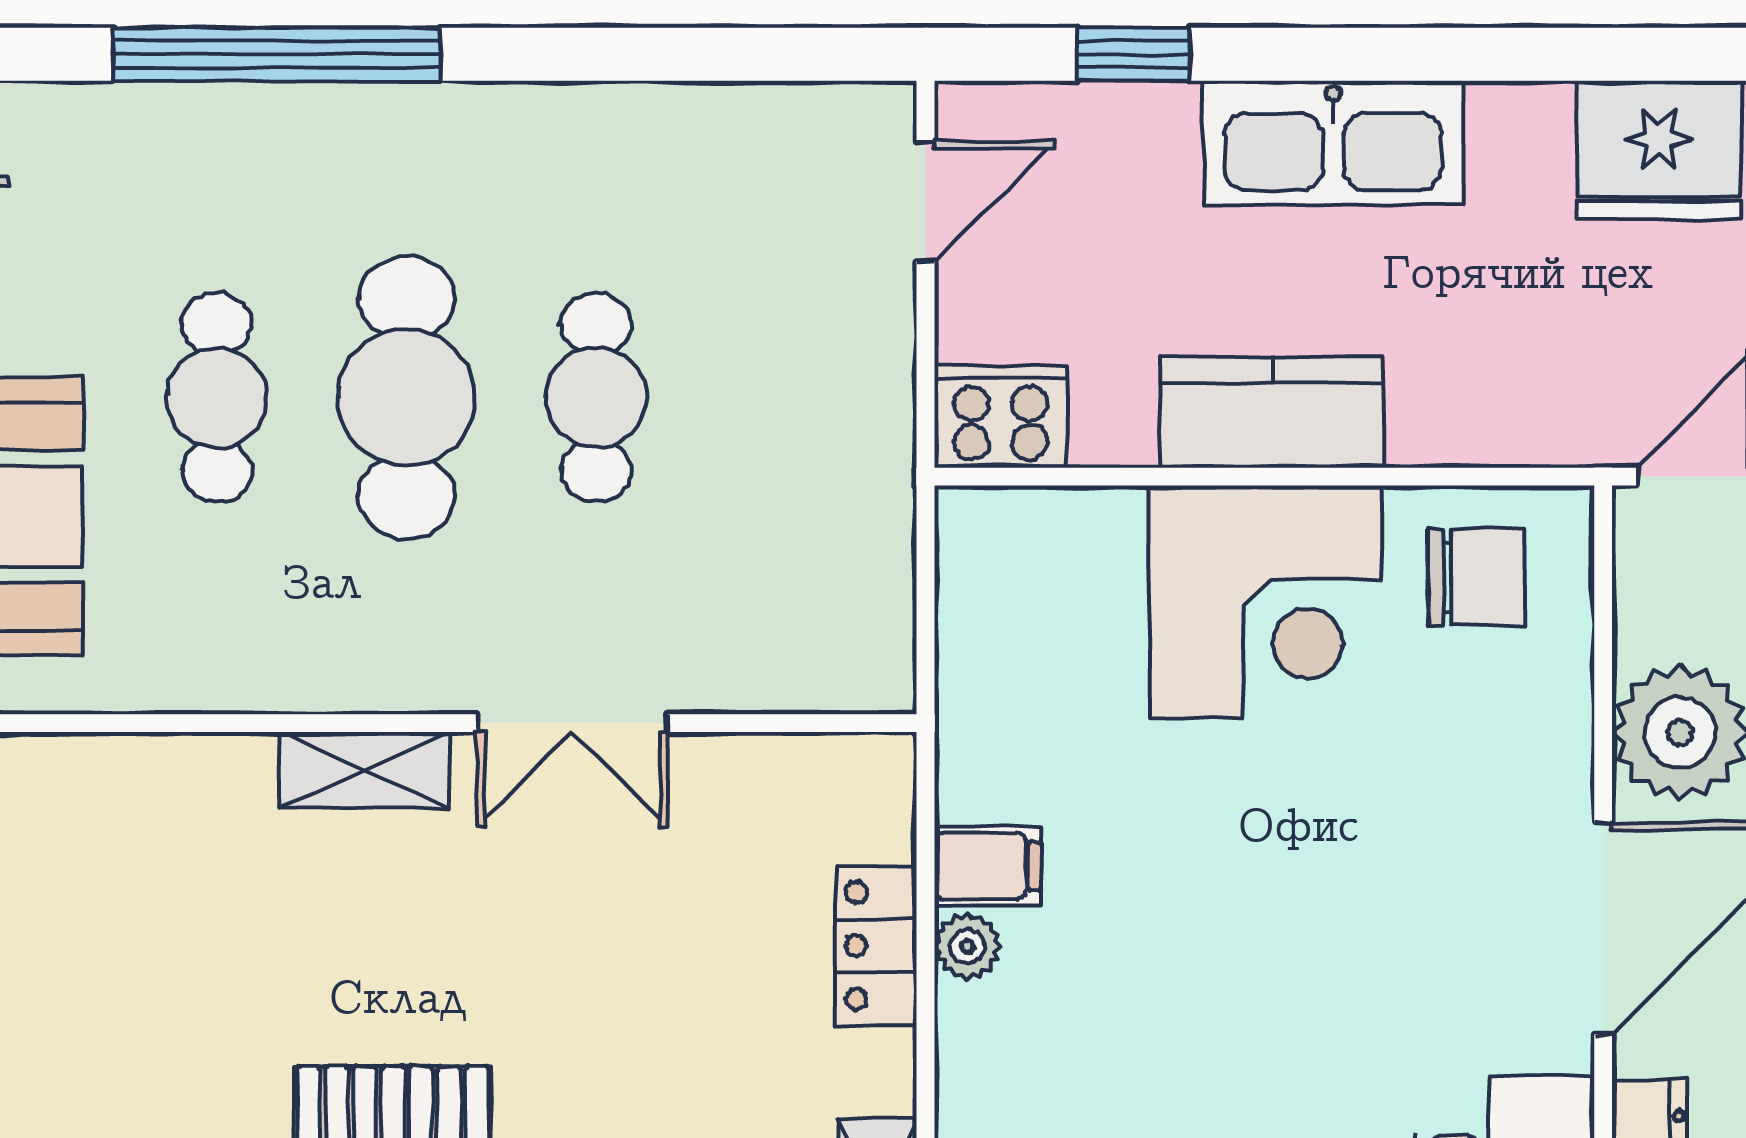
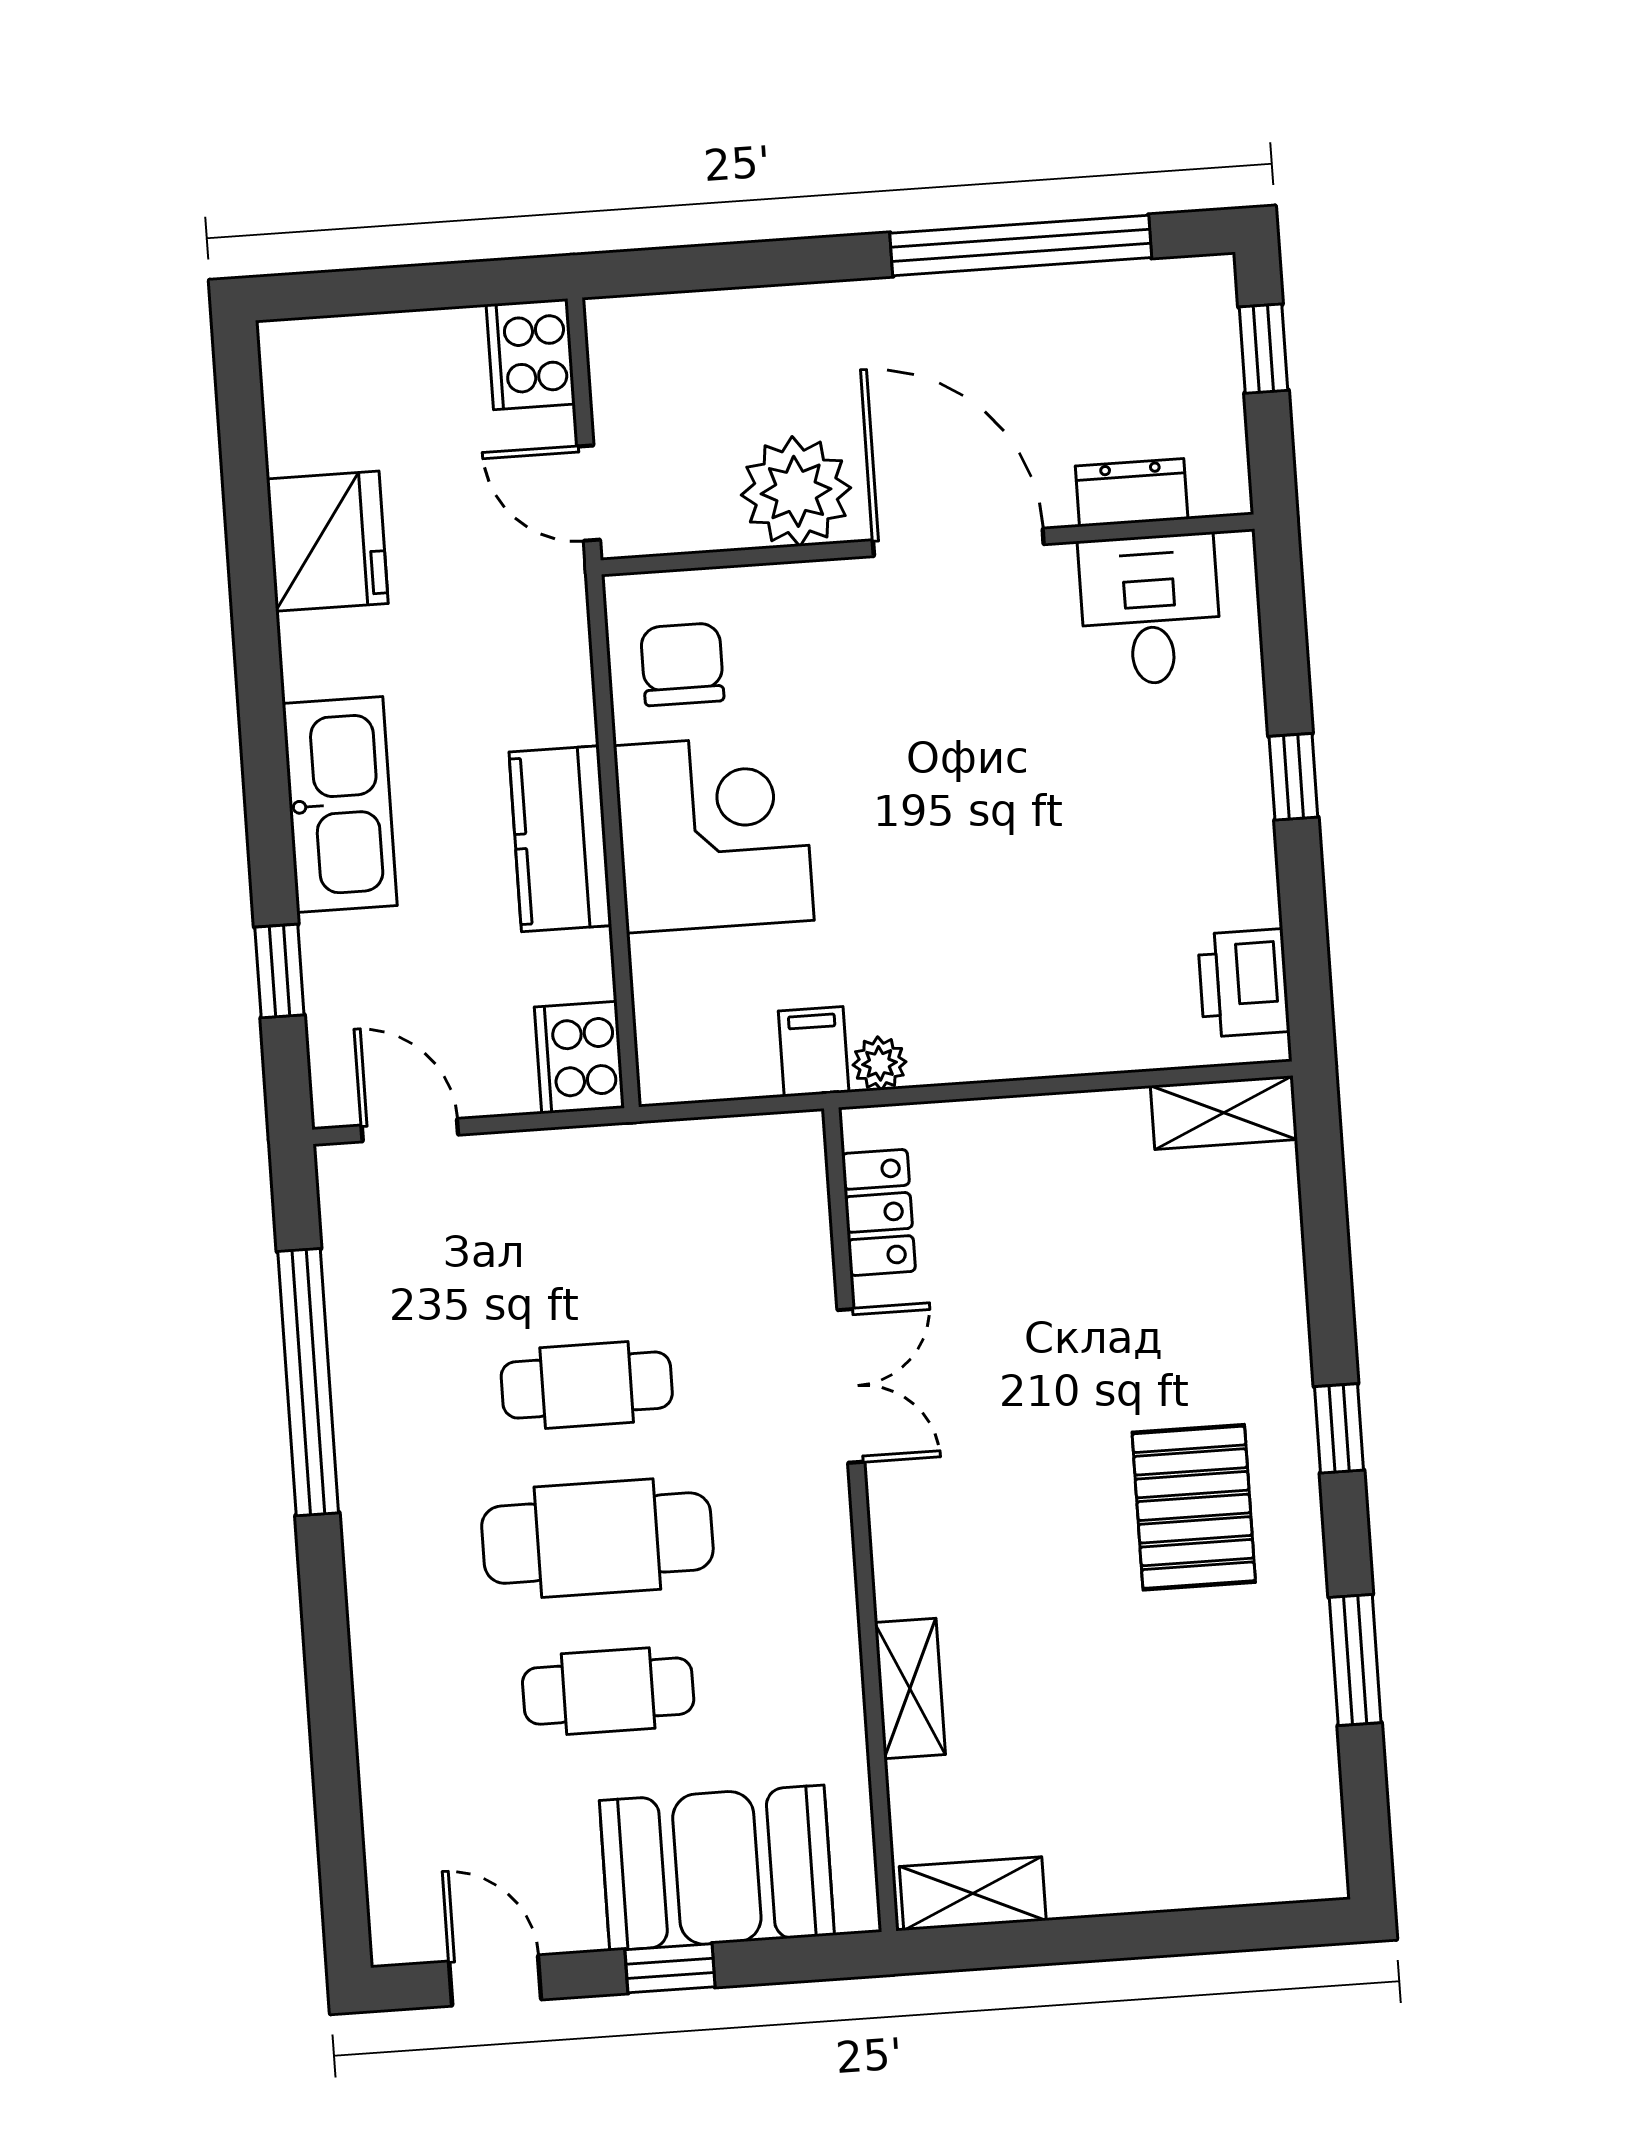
window: (277, 54) -> (308, 1382), moved
shelving: (365, 770) -> (910, 1688), moved
filing cabinet: (988, 866) -> (814, 1052), moved
locker: (876, 946) -> (879, 1212), moved, turned -90
plant: (967, 946) -> (879, 1063), moved

